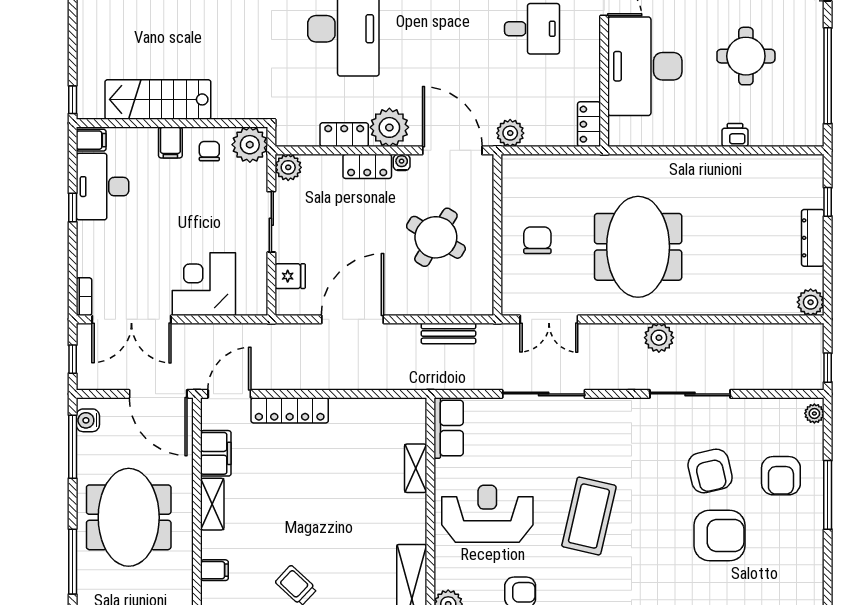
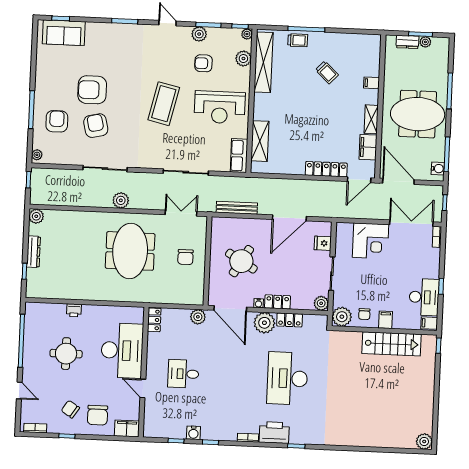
bench: (448, 333) -> (237, 208), width x1.36
shelving: (416, 468) -> (260, 141), width x1.50, depth x1.33
meeting table: (129, 517) -> (418, 114), turned 90

